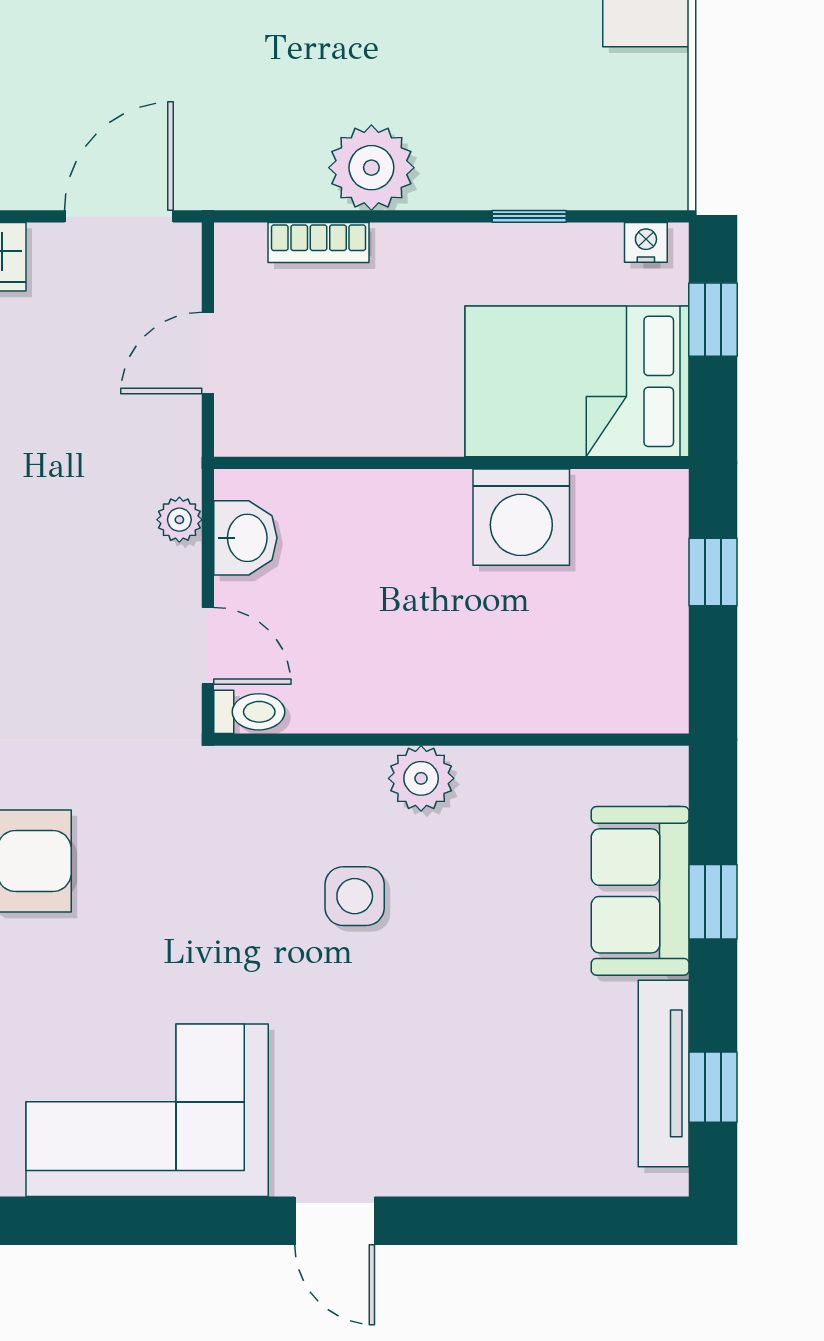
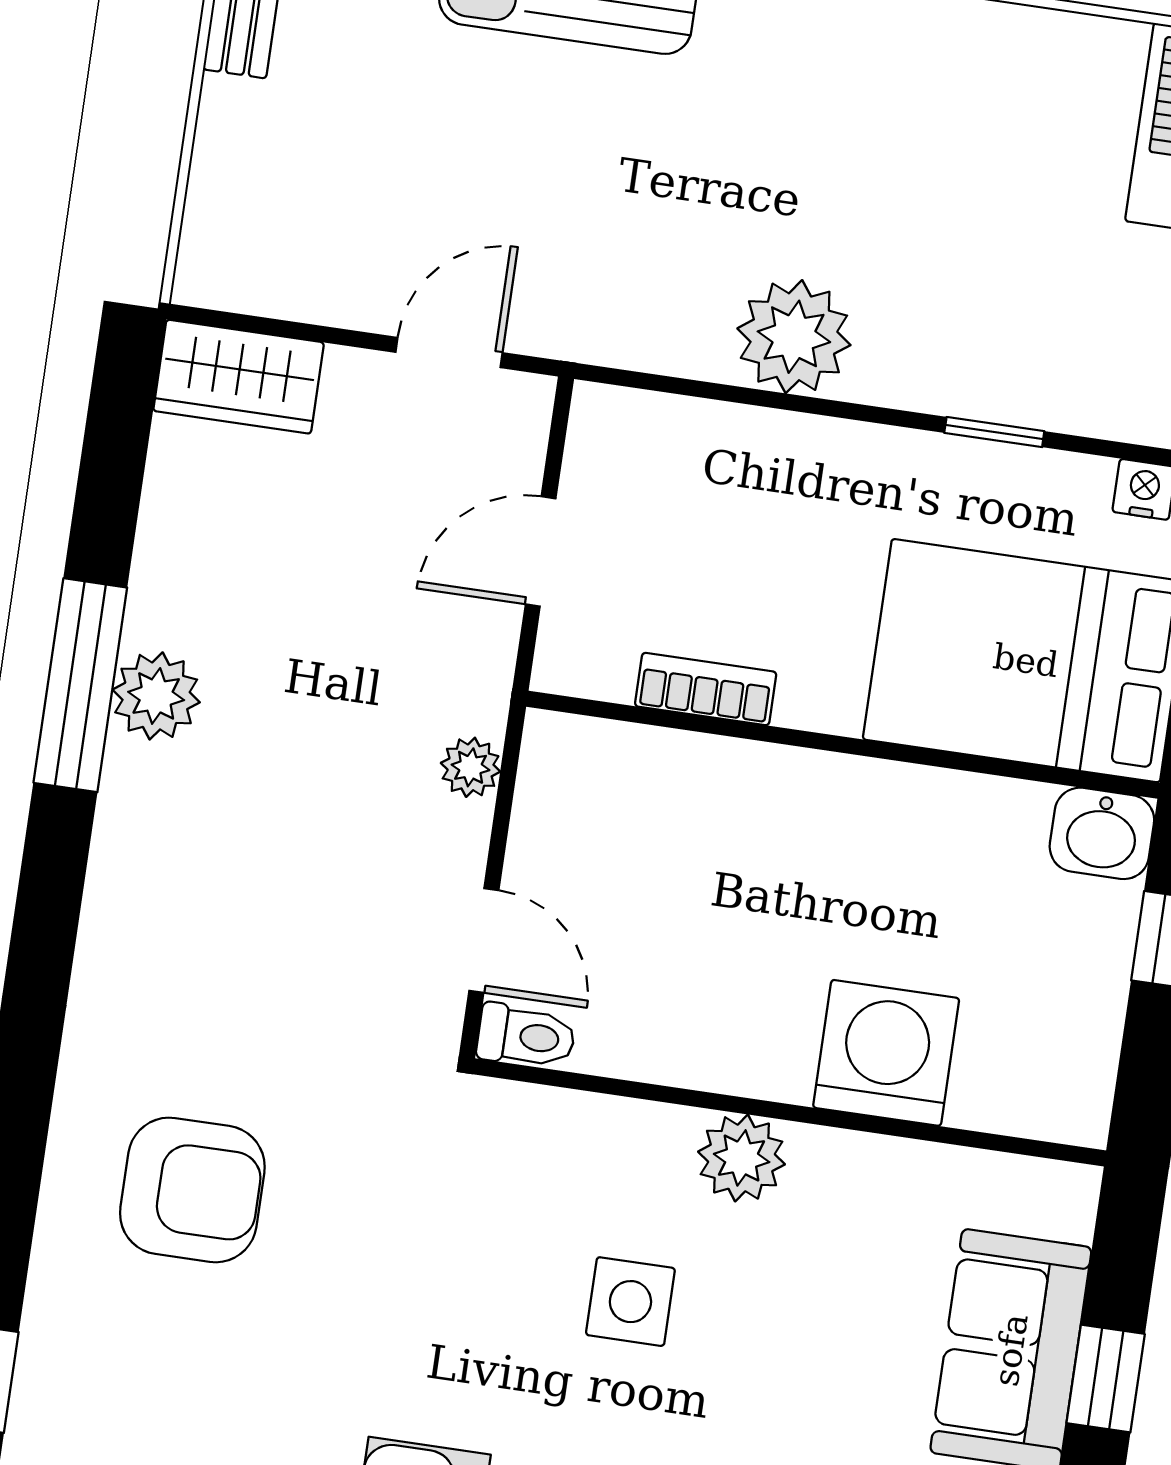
door: (119, 216) -> (449, 353), width x0.73
bookcase: (319, 243) -> (706, 689), moved, turned 180
washing machine: (521, 517) -> (886, 1053), moved, turned 180
washbasin: (245, 538) -> (1102, 833), moved, turned 90

